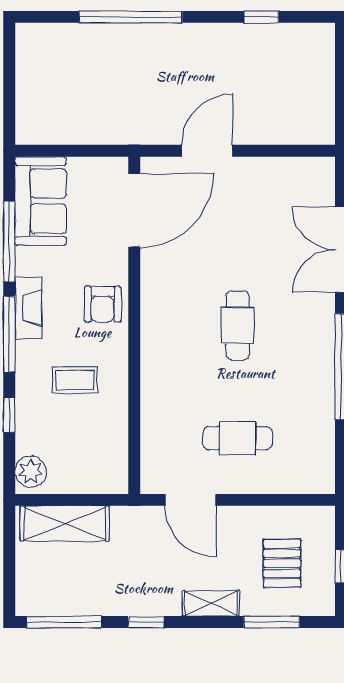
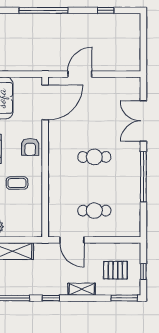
cafe table: (238, 325) -> (94, 157), turned 90
pallet: (282, 563) -> (115, 270), turned 90
window: (272, 622) -> (124, 298), moved

